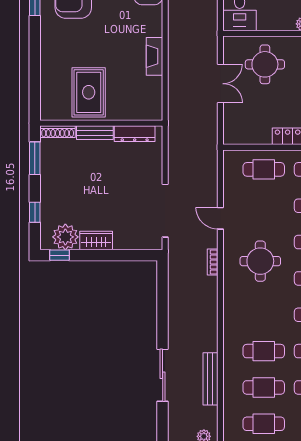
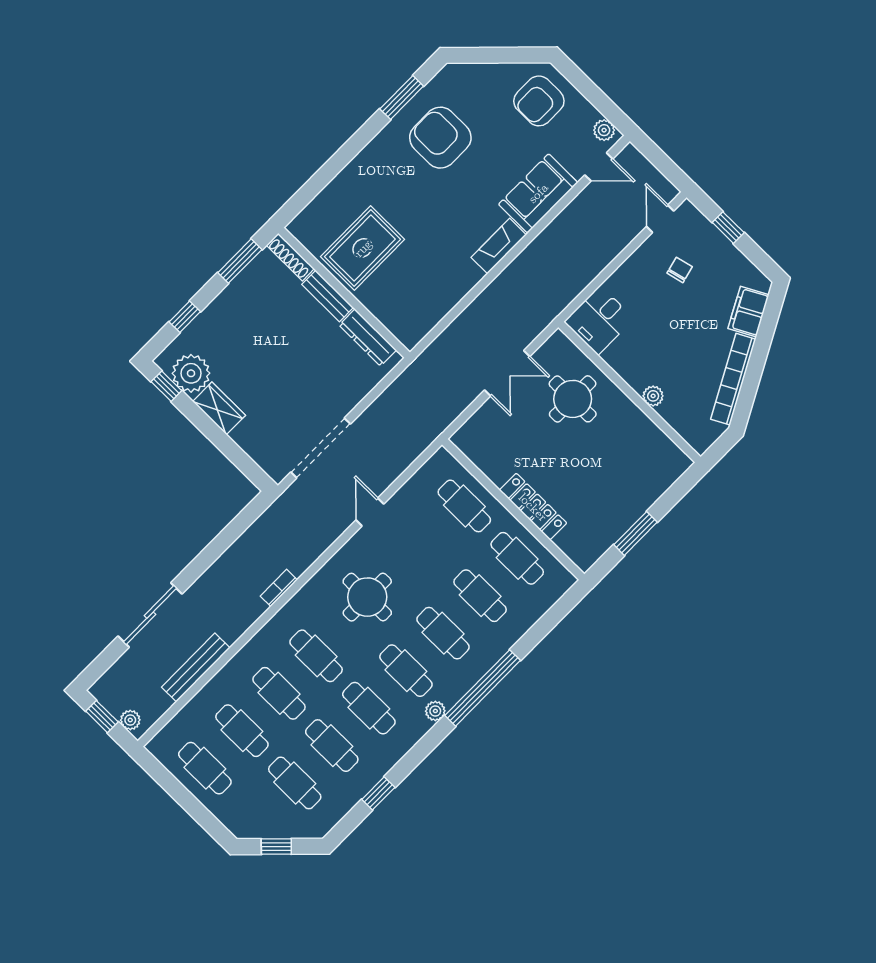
fireplace: (154, 56) -> (499, 246), moved
bookcase: (213, 262) -> (279, 588), moved
cafe table: (264, 315) -> (316, 656), added

